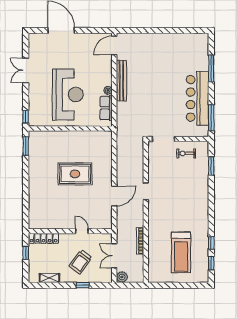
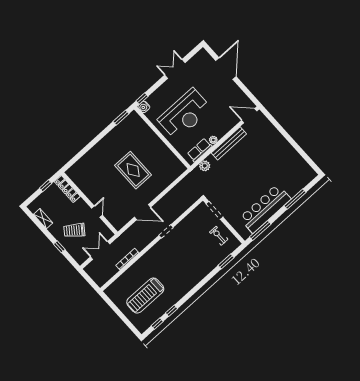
water cooler: (33, 121) -> (144, 107), added
plant: (122, 277) -> (205, 166), moved

